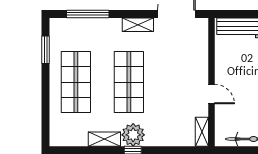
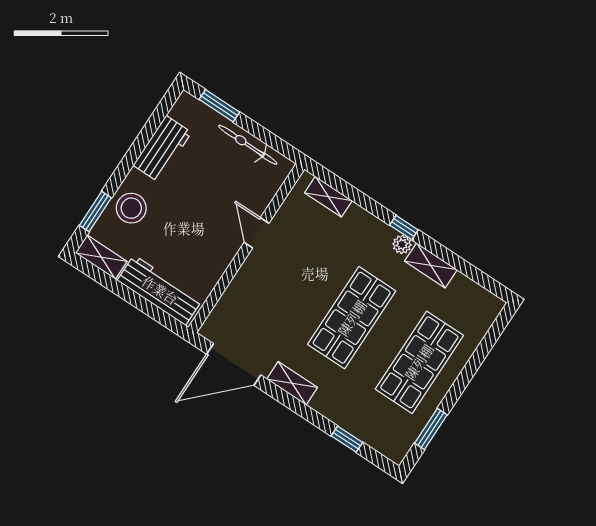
window: (88, 14) -> (347, 439), width x0.46
shelving: (202, 132) -> (328, 197), moved, turned 90
plant: (133, 135) -> (402, 244), width x0.53, depth x0.53

